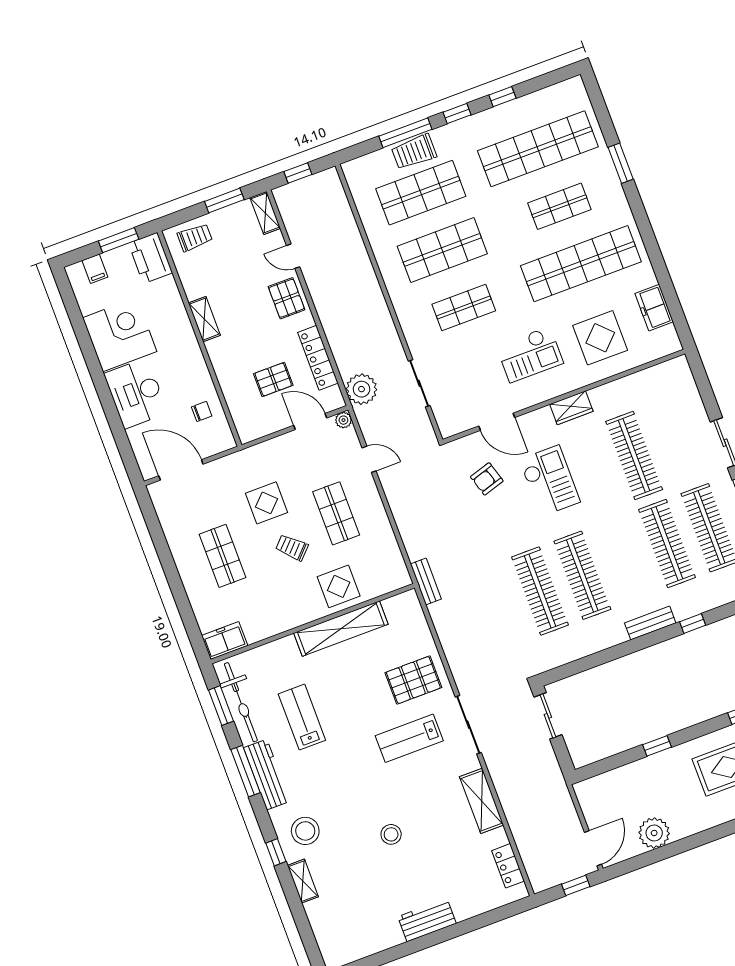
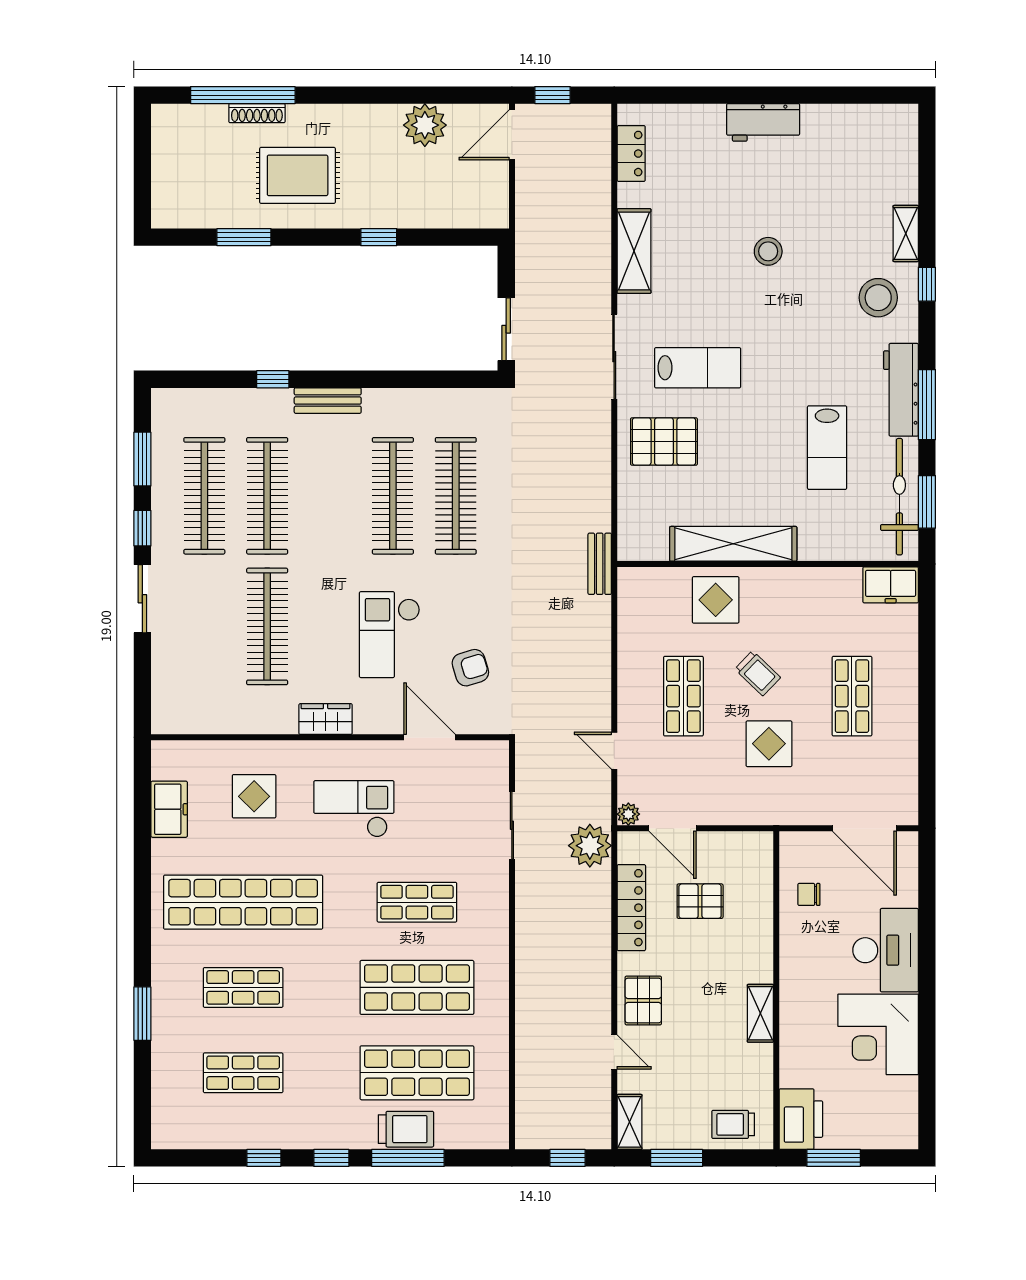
shop shelf: (538, 149) -> (243, 1073), width x0.50, depth x0.74
filing cabinet: (95, 269) -> (878, 1132), removed
display table: (600, 338) -> (254, 796), width x0.73, depth x0.73

